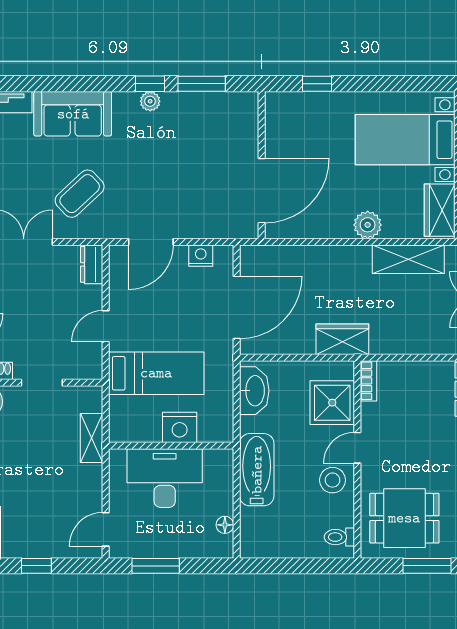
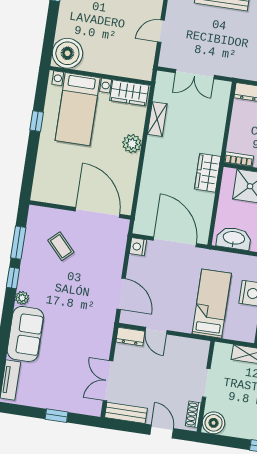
window: (317, 84) -> (37, 121), moved
plant: (150, 101) -> (22, 298), moved
coffee table: (80, 194) -> (61, 246), moved, width x0.73, depth x0.77
nightstand: (201, 256) -> (138, 247), moved
shelving: (408, 259) -> (157, 119), width x0.67, depth x0.75
door: (106, 326) -> (156, 331), moved

